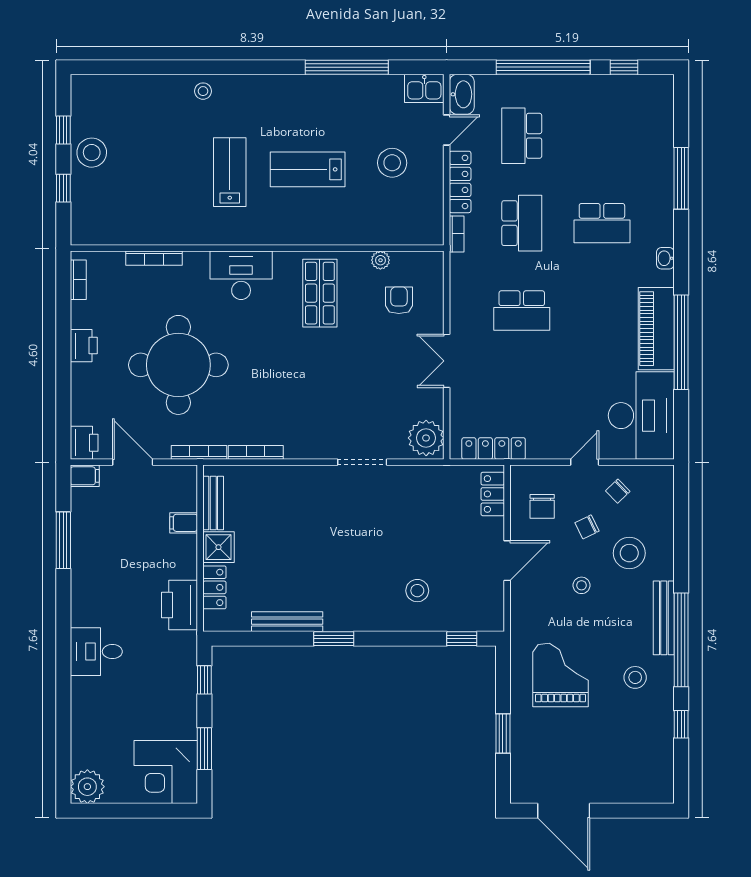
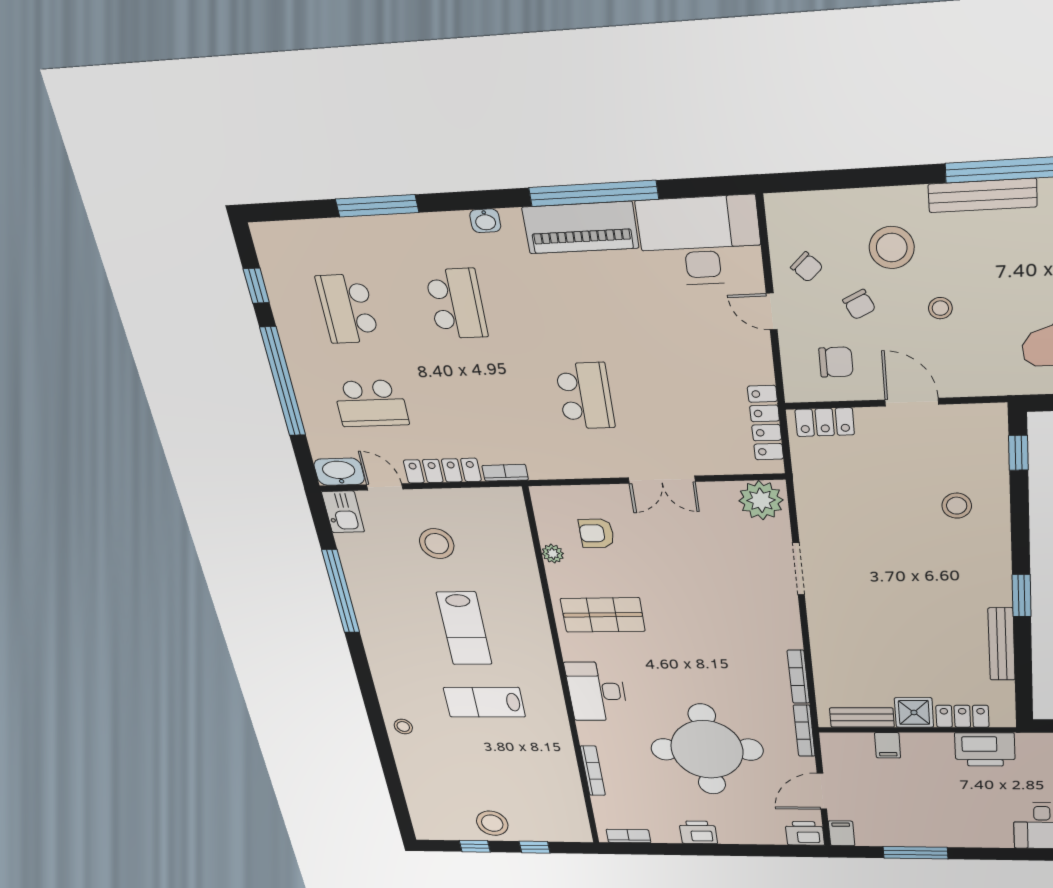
school desk: (522, 223) -> (348, 309), moved, turned -90

